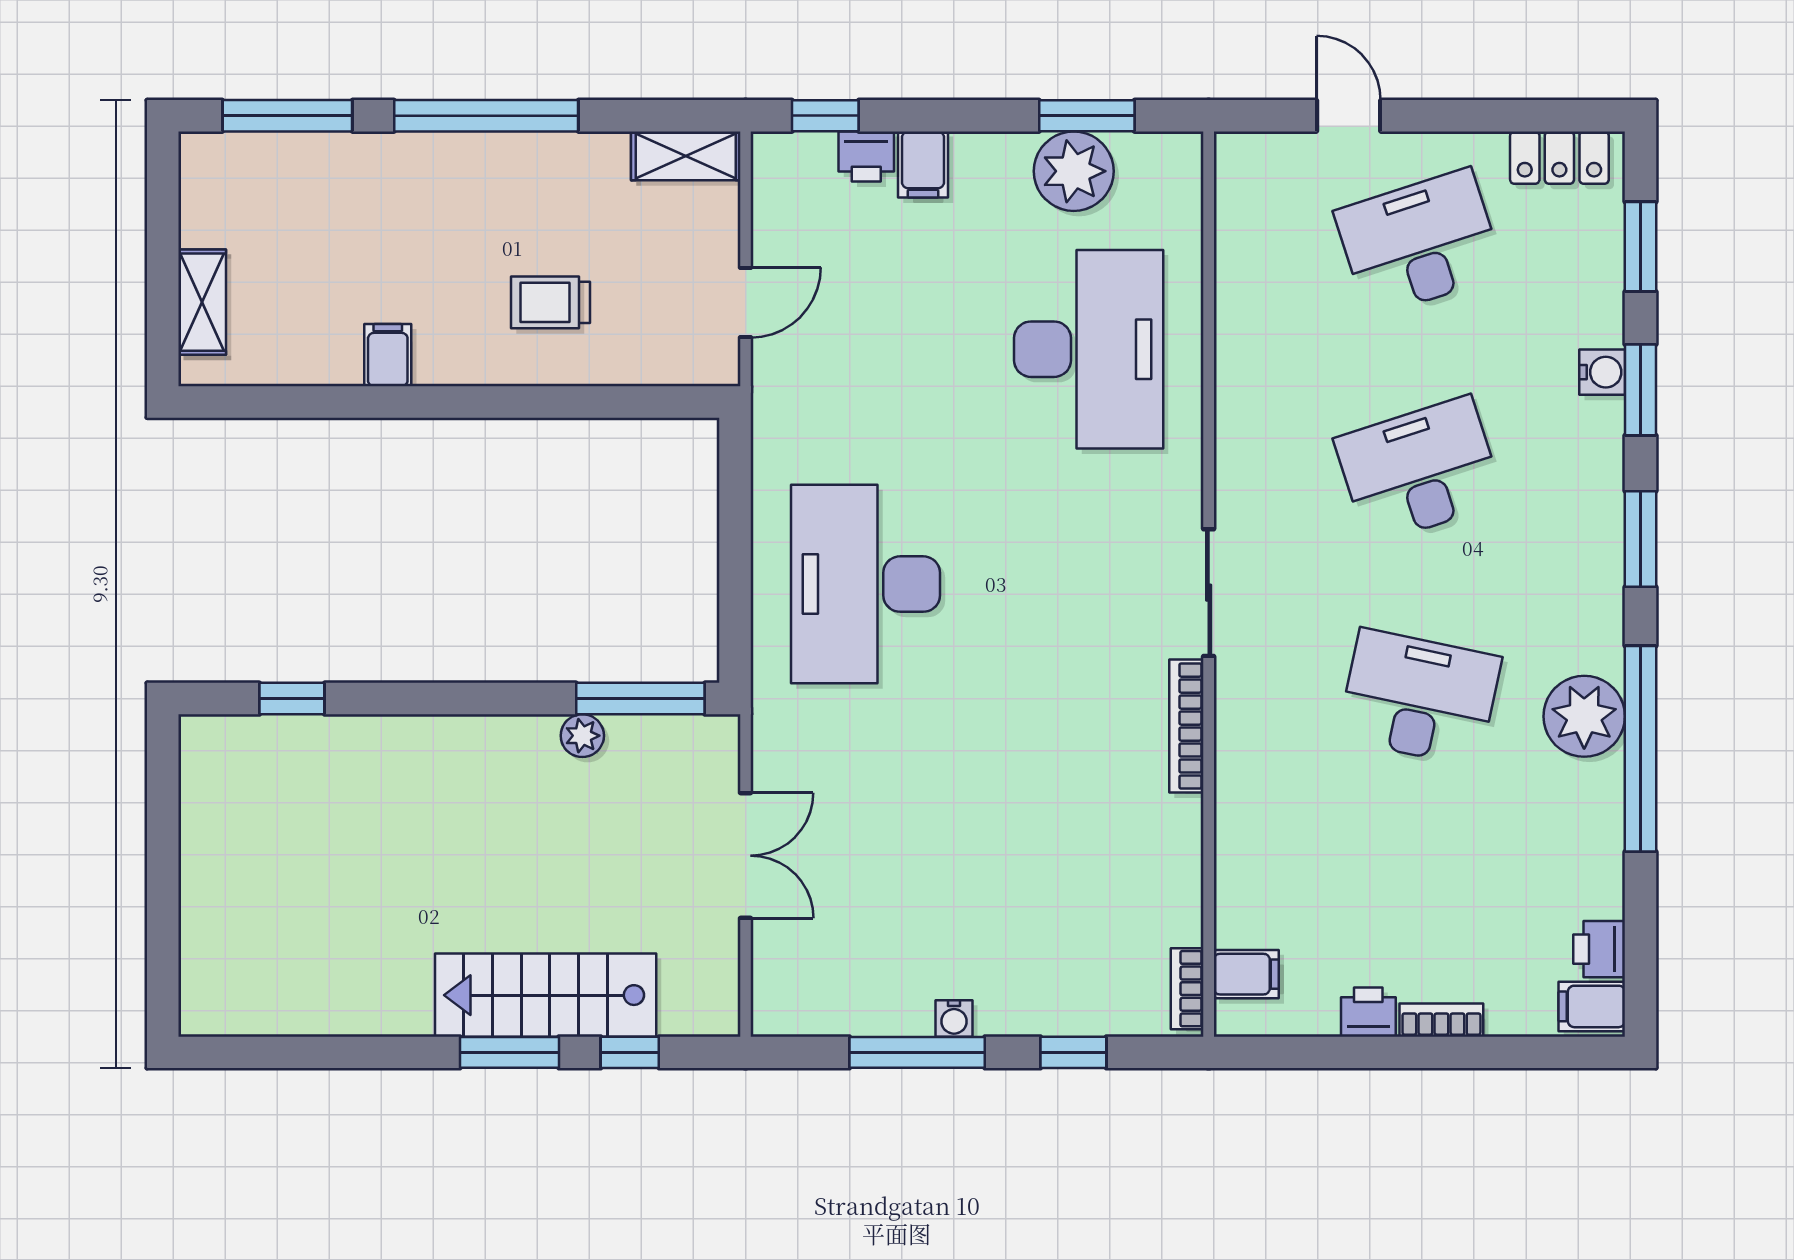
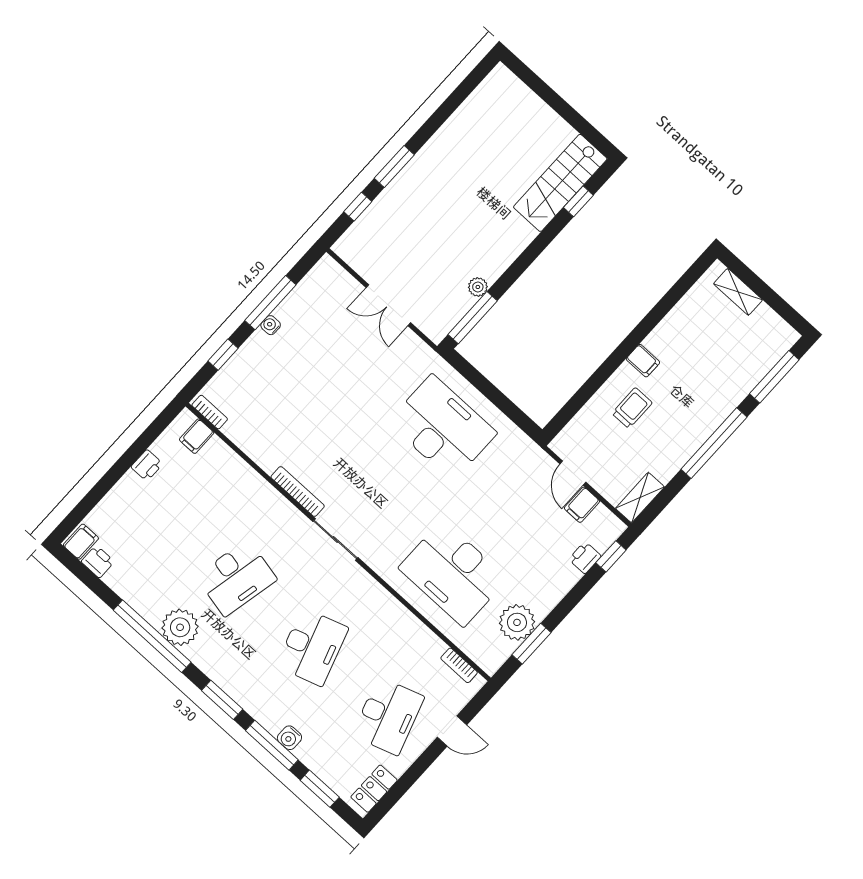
filing cabinet: (923, 165) -> (582, 505), moved, turned -90
filing cabinet: (388, 355) -> (643, 361), moved
window: (1641, 390) -> (272, 745), width x1.44
stairs: (546, 995) -> (560, 183), moved, turned 180
bookcase: (1441, 1020) -> (459, 665), moved, turned 90

